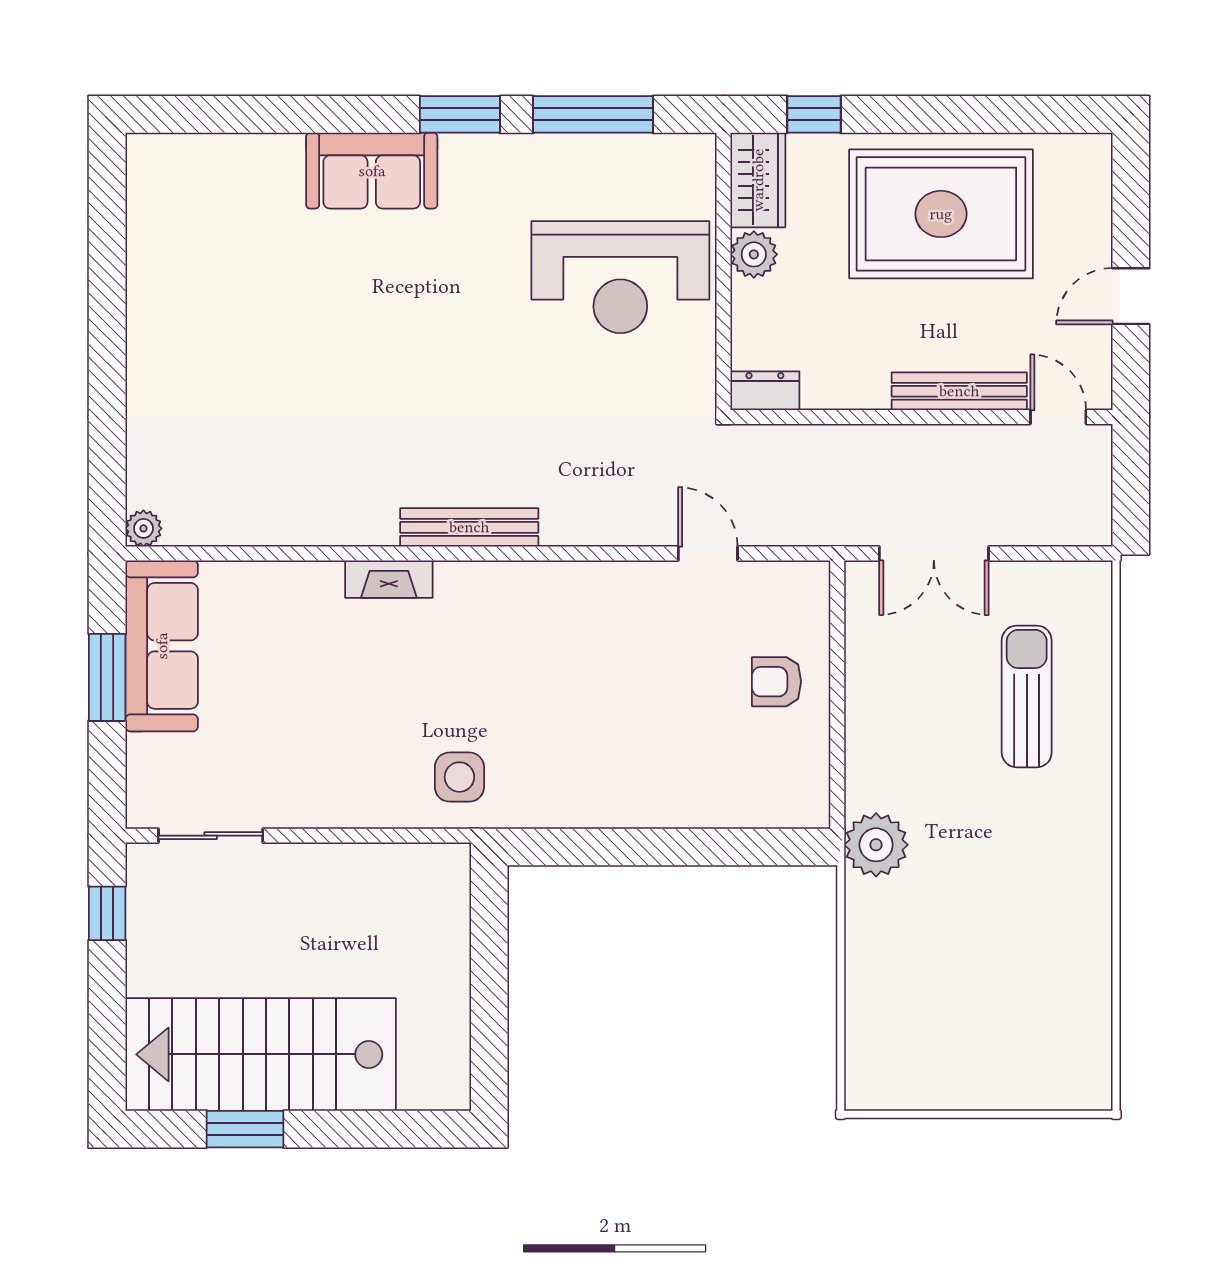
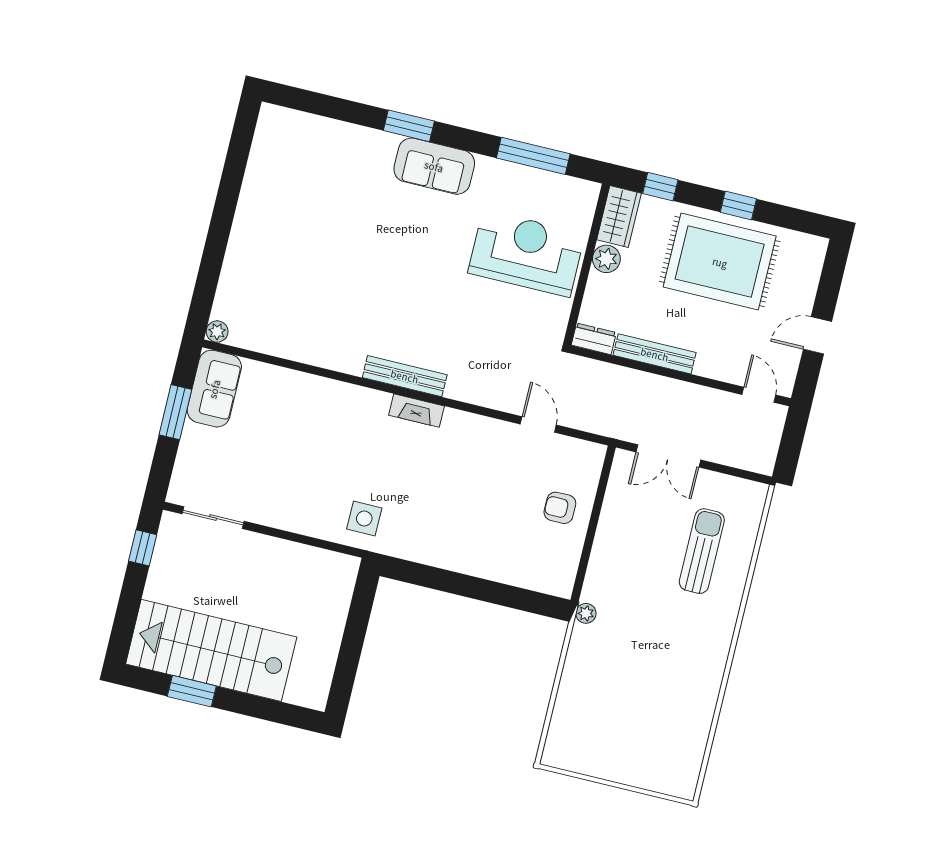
window: (460, 114) -> (409, 126), moved
window: (950, 114) -> (738, 206), added
sofa: (372, 171) -> (434, 166), moved
reception desk: (620, 277) -> (526, 253), turned 180
bench: (959, 391) -> (655, 354), moved
fireplace: (389, 579) -> (417, 411), moved
sofa: (162, 646) -> (214, 389), width x0.73
plant: (876, 845) -> (586, 613), width x0.53, depth x0.53

